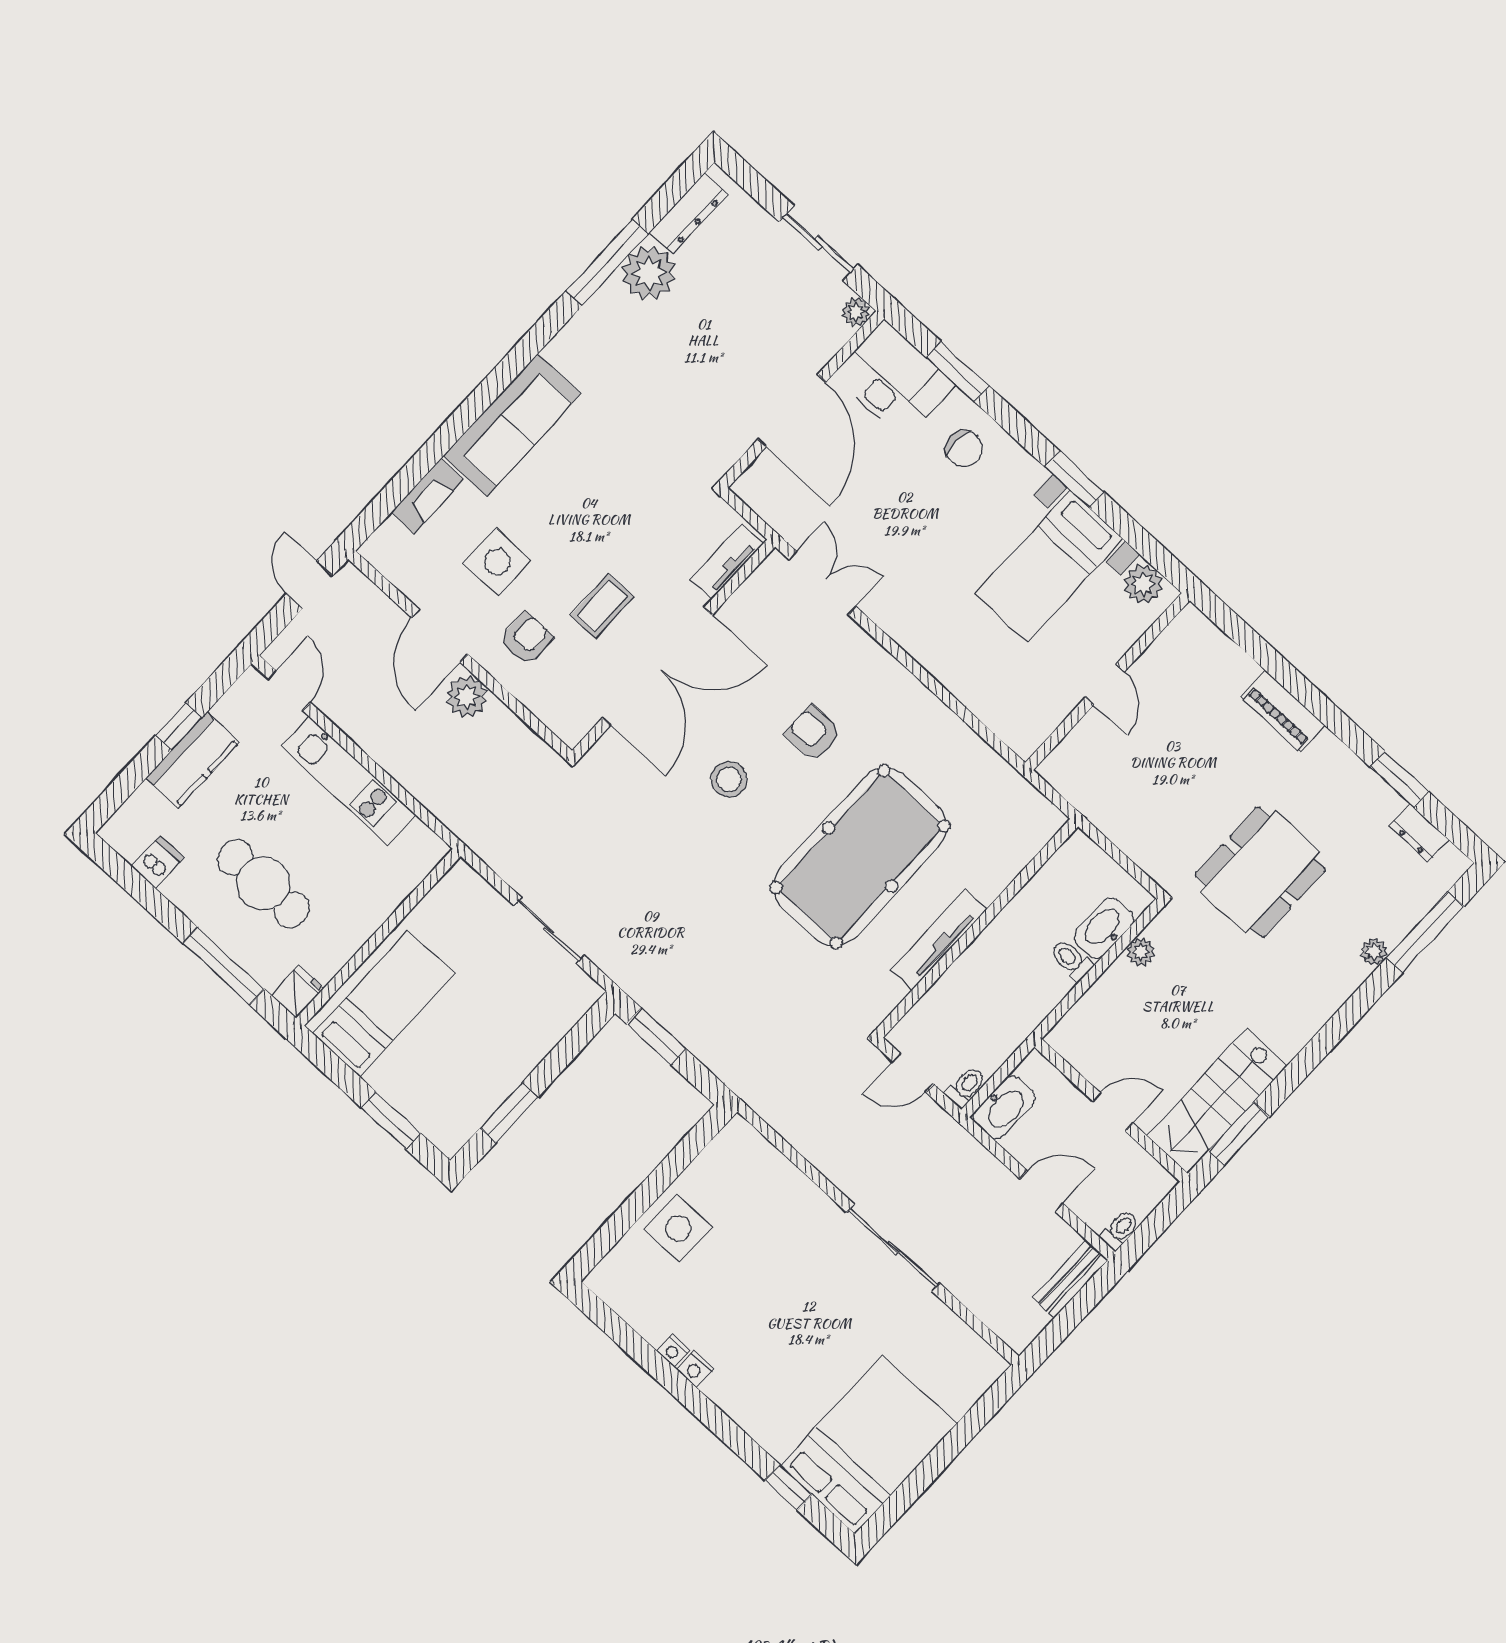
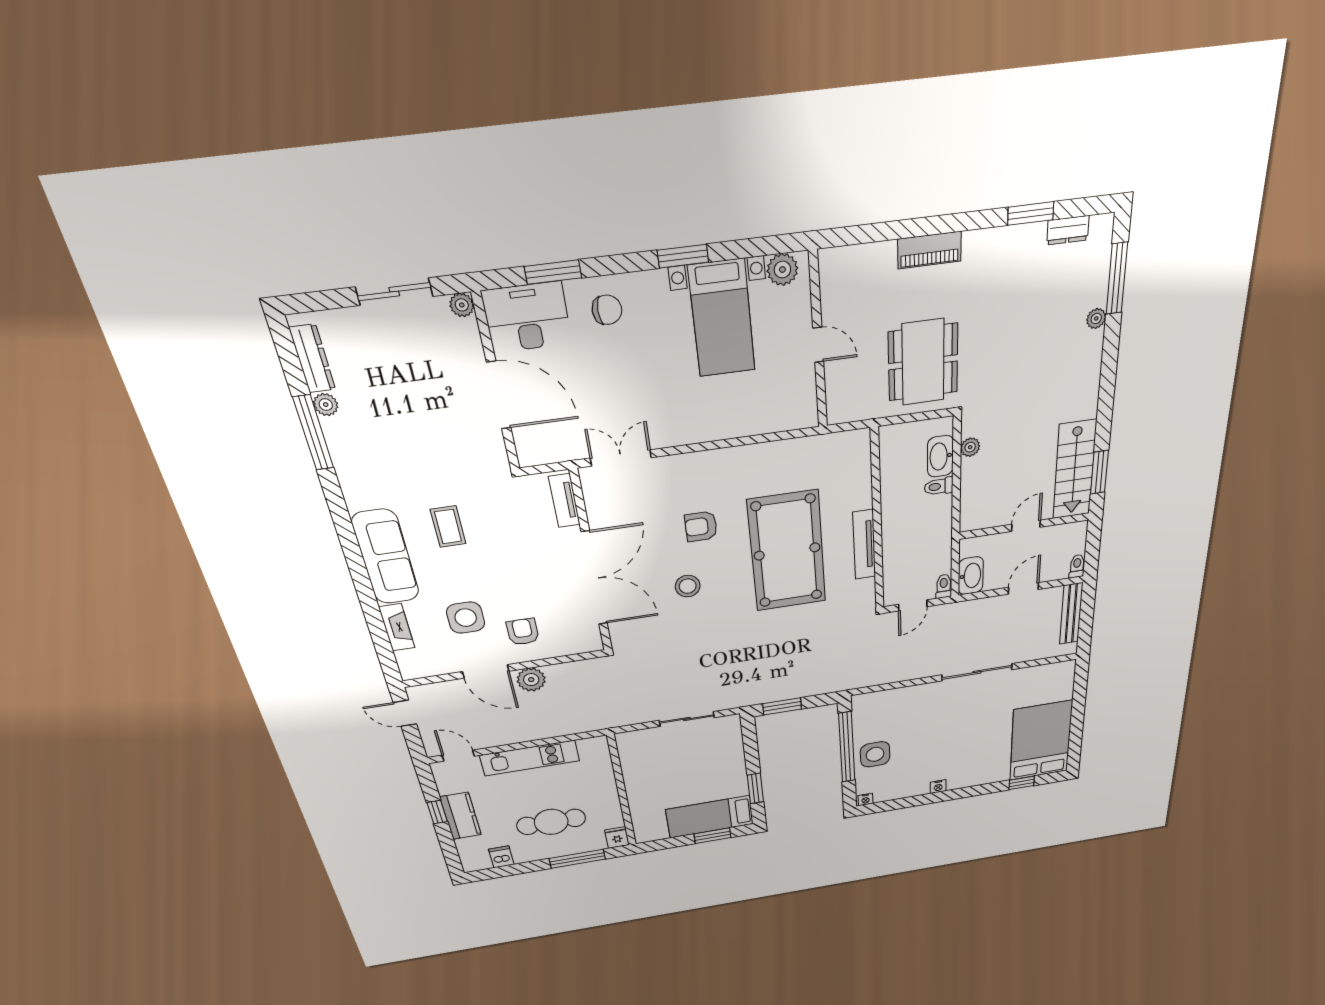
plant: (649, 273) -> (326, 405), width x0.53, depth x0.53
coffee table: (602, 606) -> (448, 527), moved
dining table: (1261, 872) -> (923, 362), moved
bed: (384, 1004) -> (710, 817), moved, turned -90
window: (661, 1179) -> (847, 747), added
bench: (1070, 1279) -> (1071, 614), width x1.36
nightstand: (673, 1351) -> (866, 800), moved

